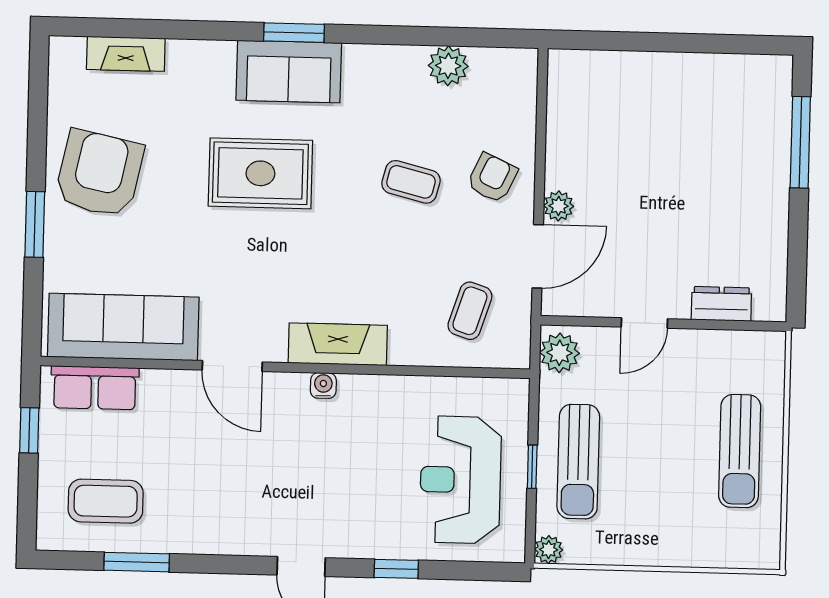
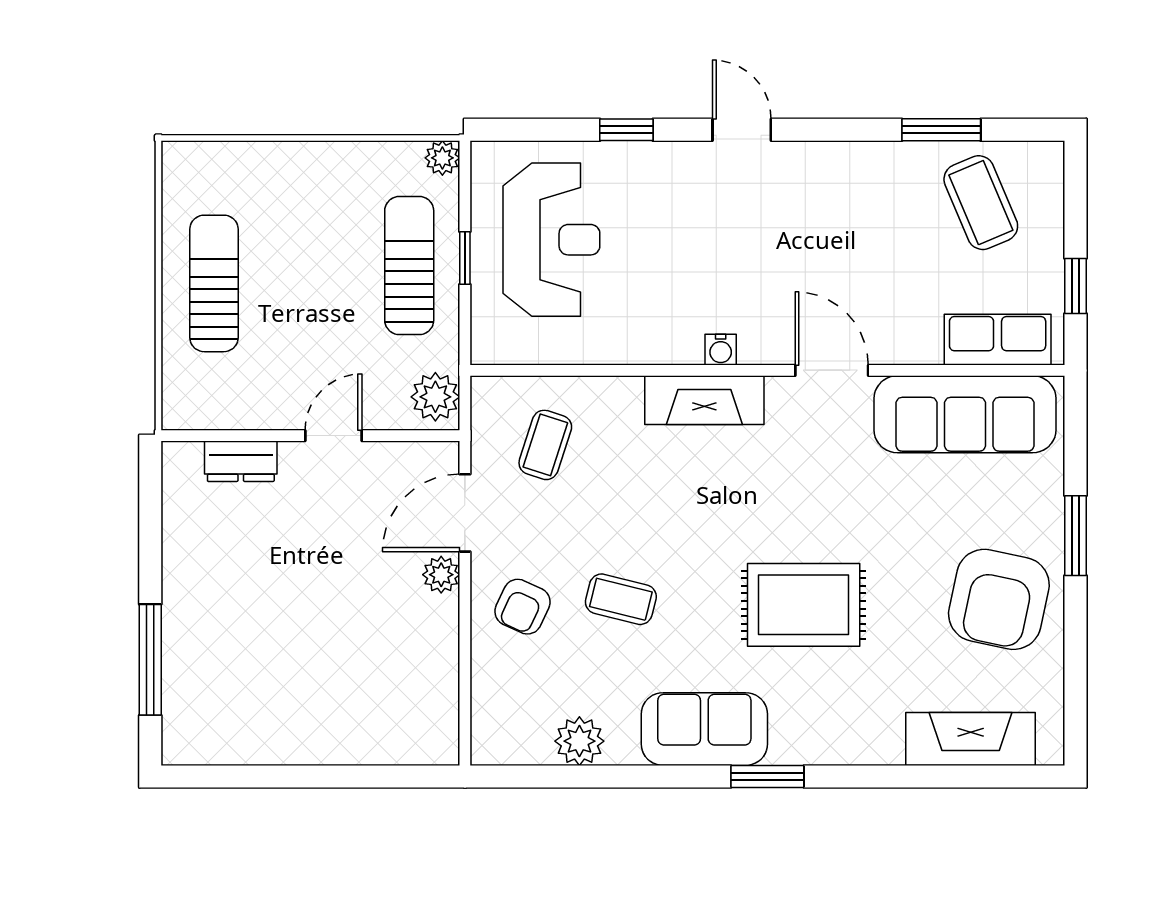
fireplace: (126, 54) -> (971, 739), width x1.37, depth x1.32
sofa: (289, 72) -> (704, 729), moved
coffee table: (106, 501) -> (981, 203), turned 67

